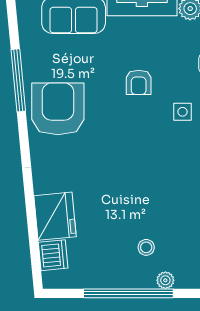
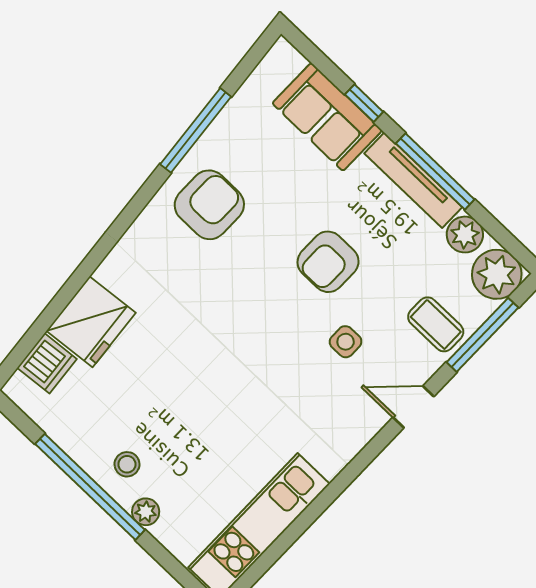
armchair: (139, 82) -> (328, 262), width x1.38, depth x1.38
armchair: (58, 109) -> (209, 205), width x0.73, depth x0.73
stool: (146, 247) -> (127, 464), moved

